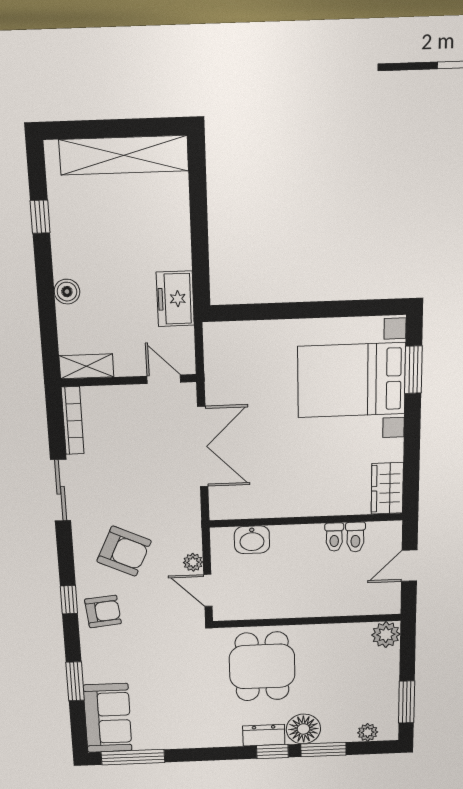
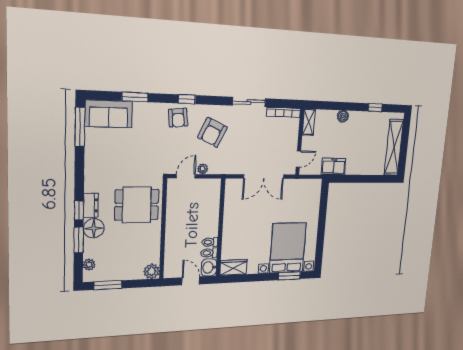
washbasin: (252, 540) -> (209, 267), moved

